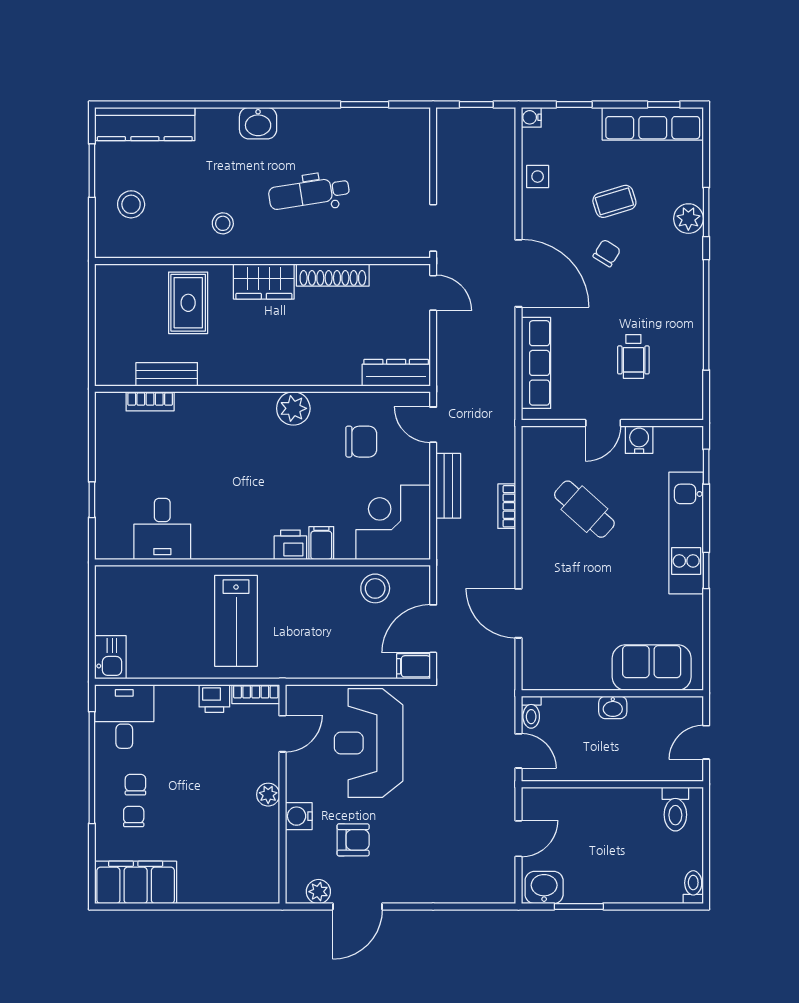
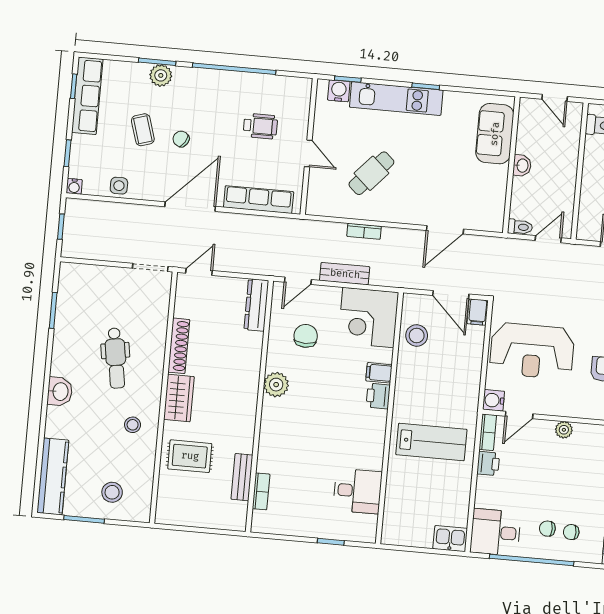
water cooler: (639, 440) -> (339, 91), moved, turned 90
door: (282, 734) -> (519, 415), swing flipped
water cooler: (299, 816) -> (494, 400), moved, turned 90

